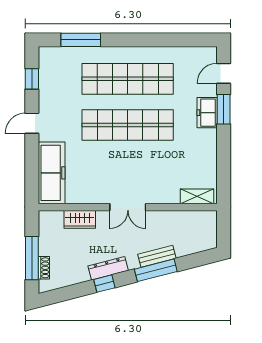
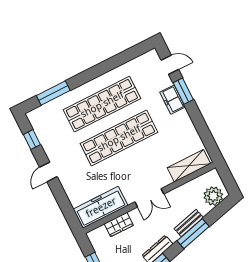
door: (224, 73) -> (170, 65), swing flipped
freezer: (52, 173) -> (101, 207), moved, turned -90
shelving: (197, 196) -> (189, 166), width x1.50, depth x1.33
plant: (199, 240) -> (213, 196), added

